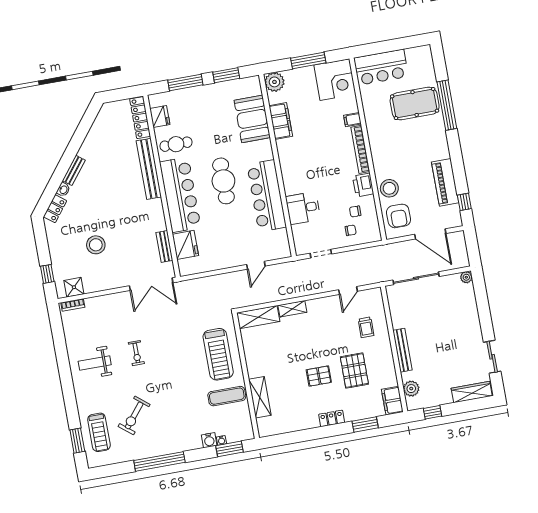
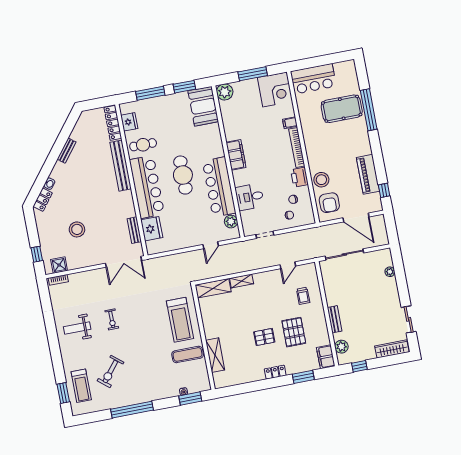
booth: (252, 119) -> (203, 106), moved
filing cabinet: (281, 121) -> (236, 155), moved
bench: (74, 170) -> (67, 151), moved
plant: (280, 237) -> (231, 222), added
plant: (466, 277) -> (390, 272), moved
bench: (402, 350) -> (335, 319), width x0.73
water cooler: (209, 440) -> (173, 391), removed

